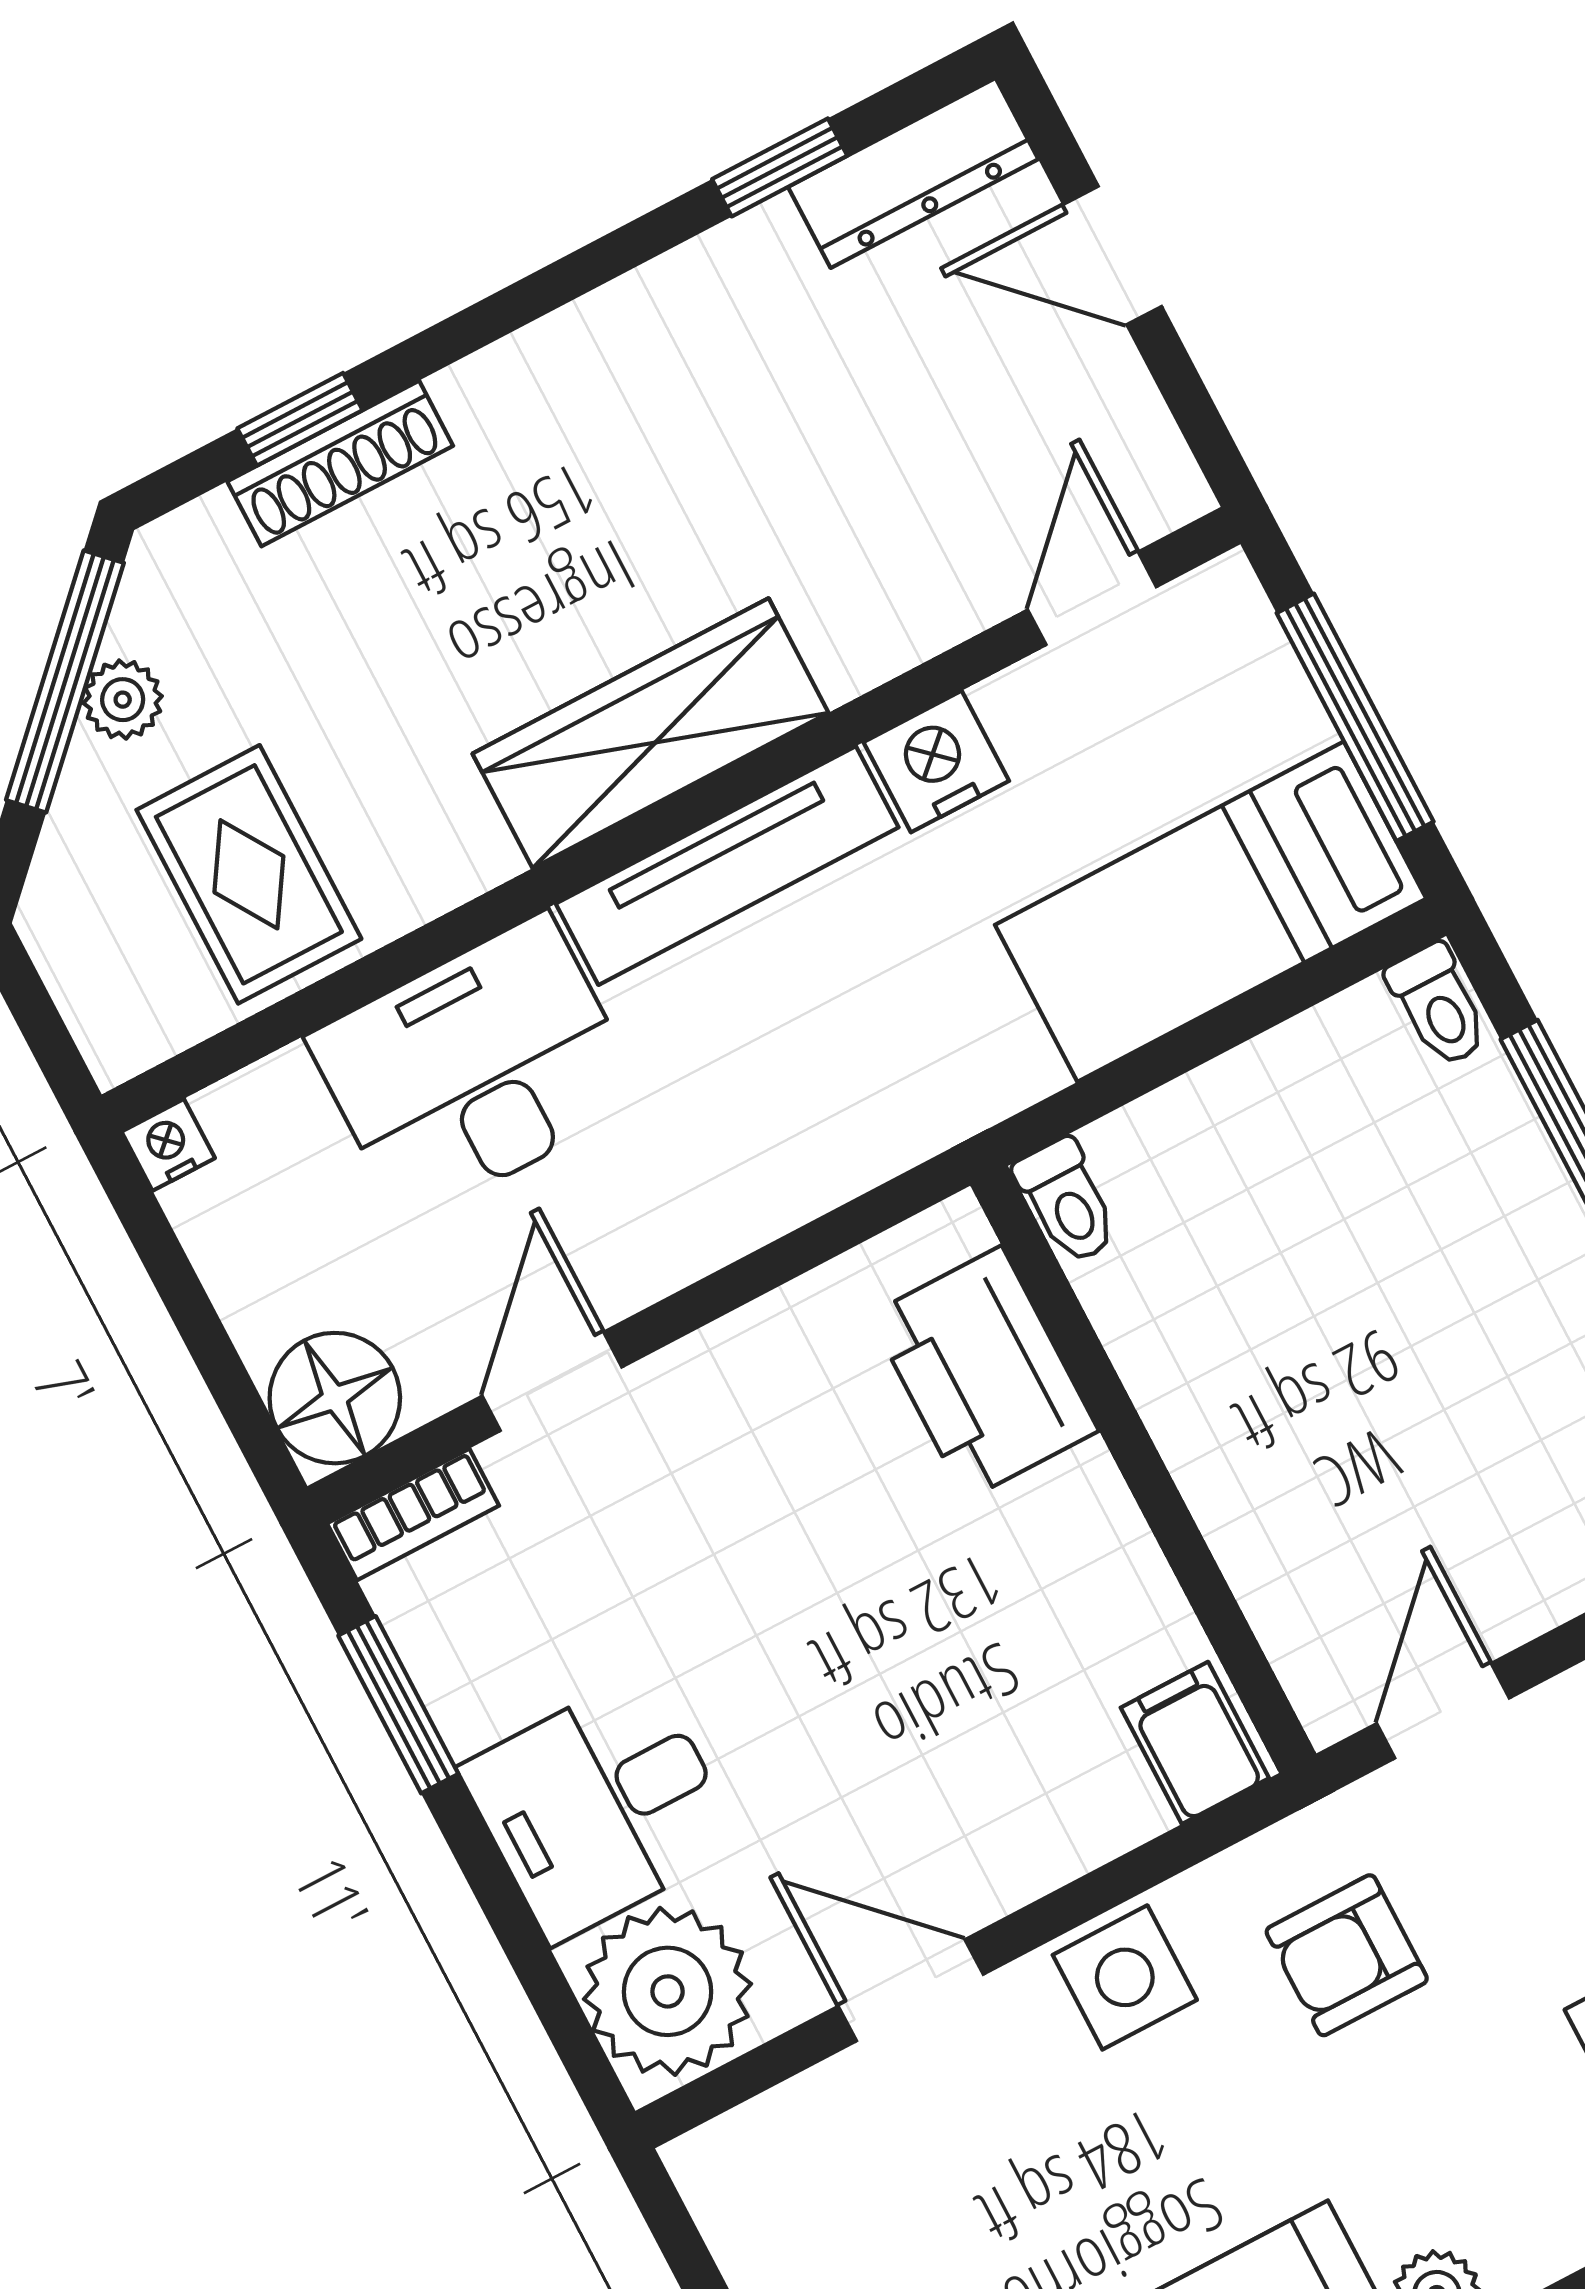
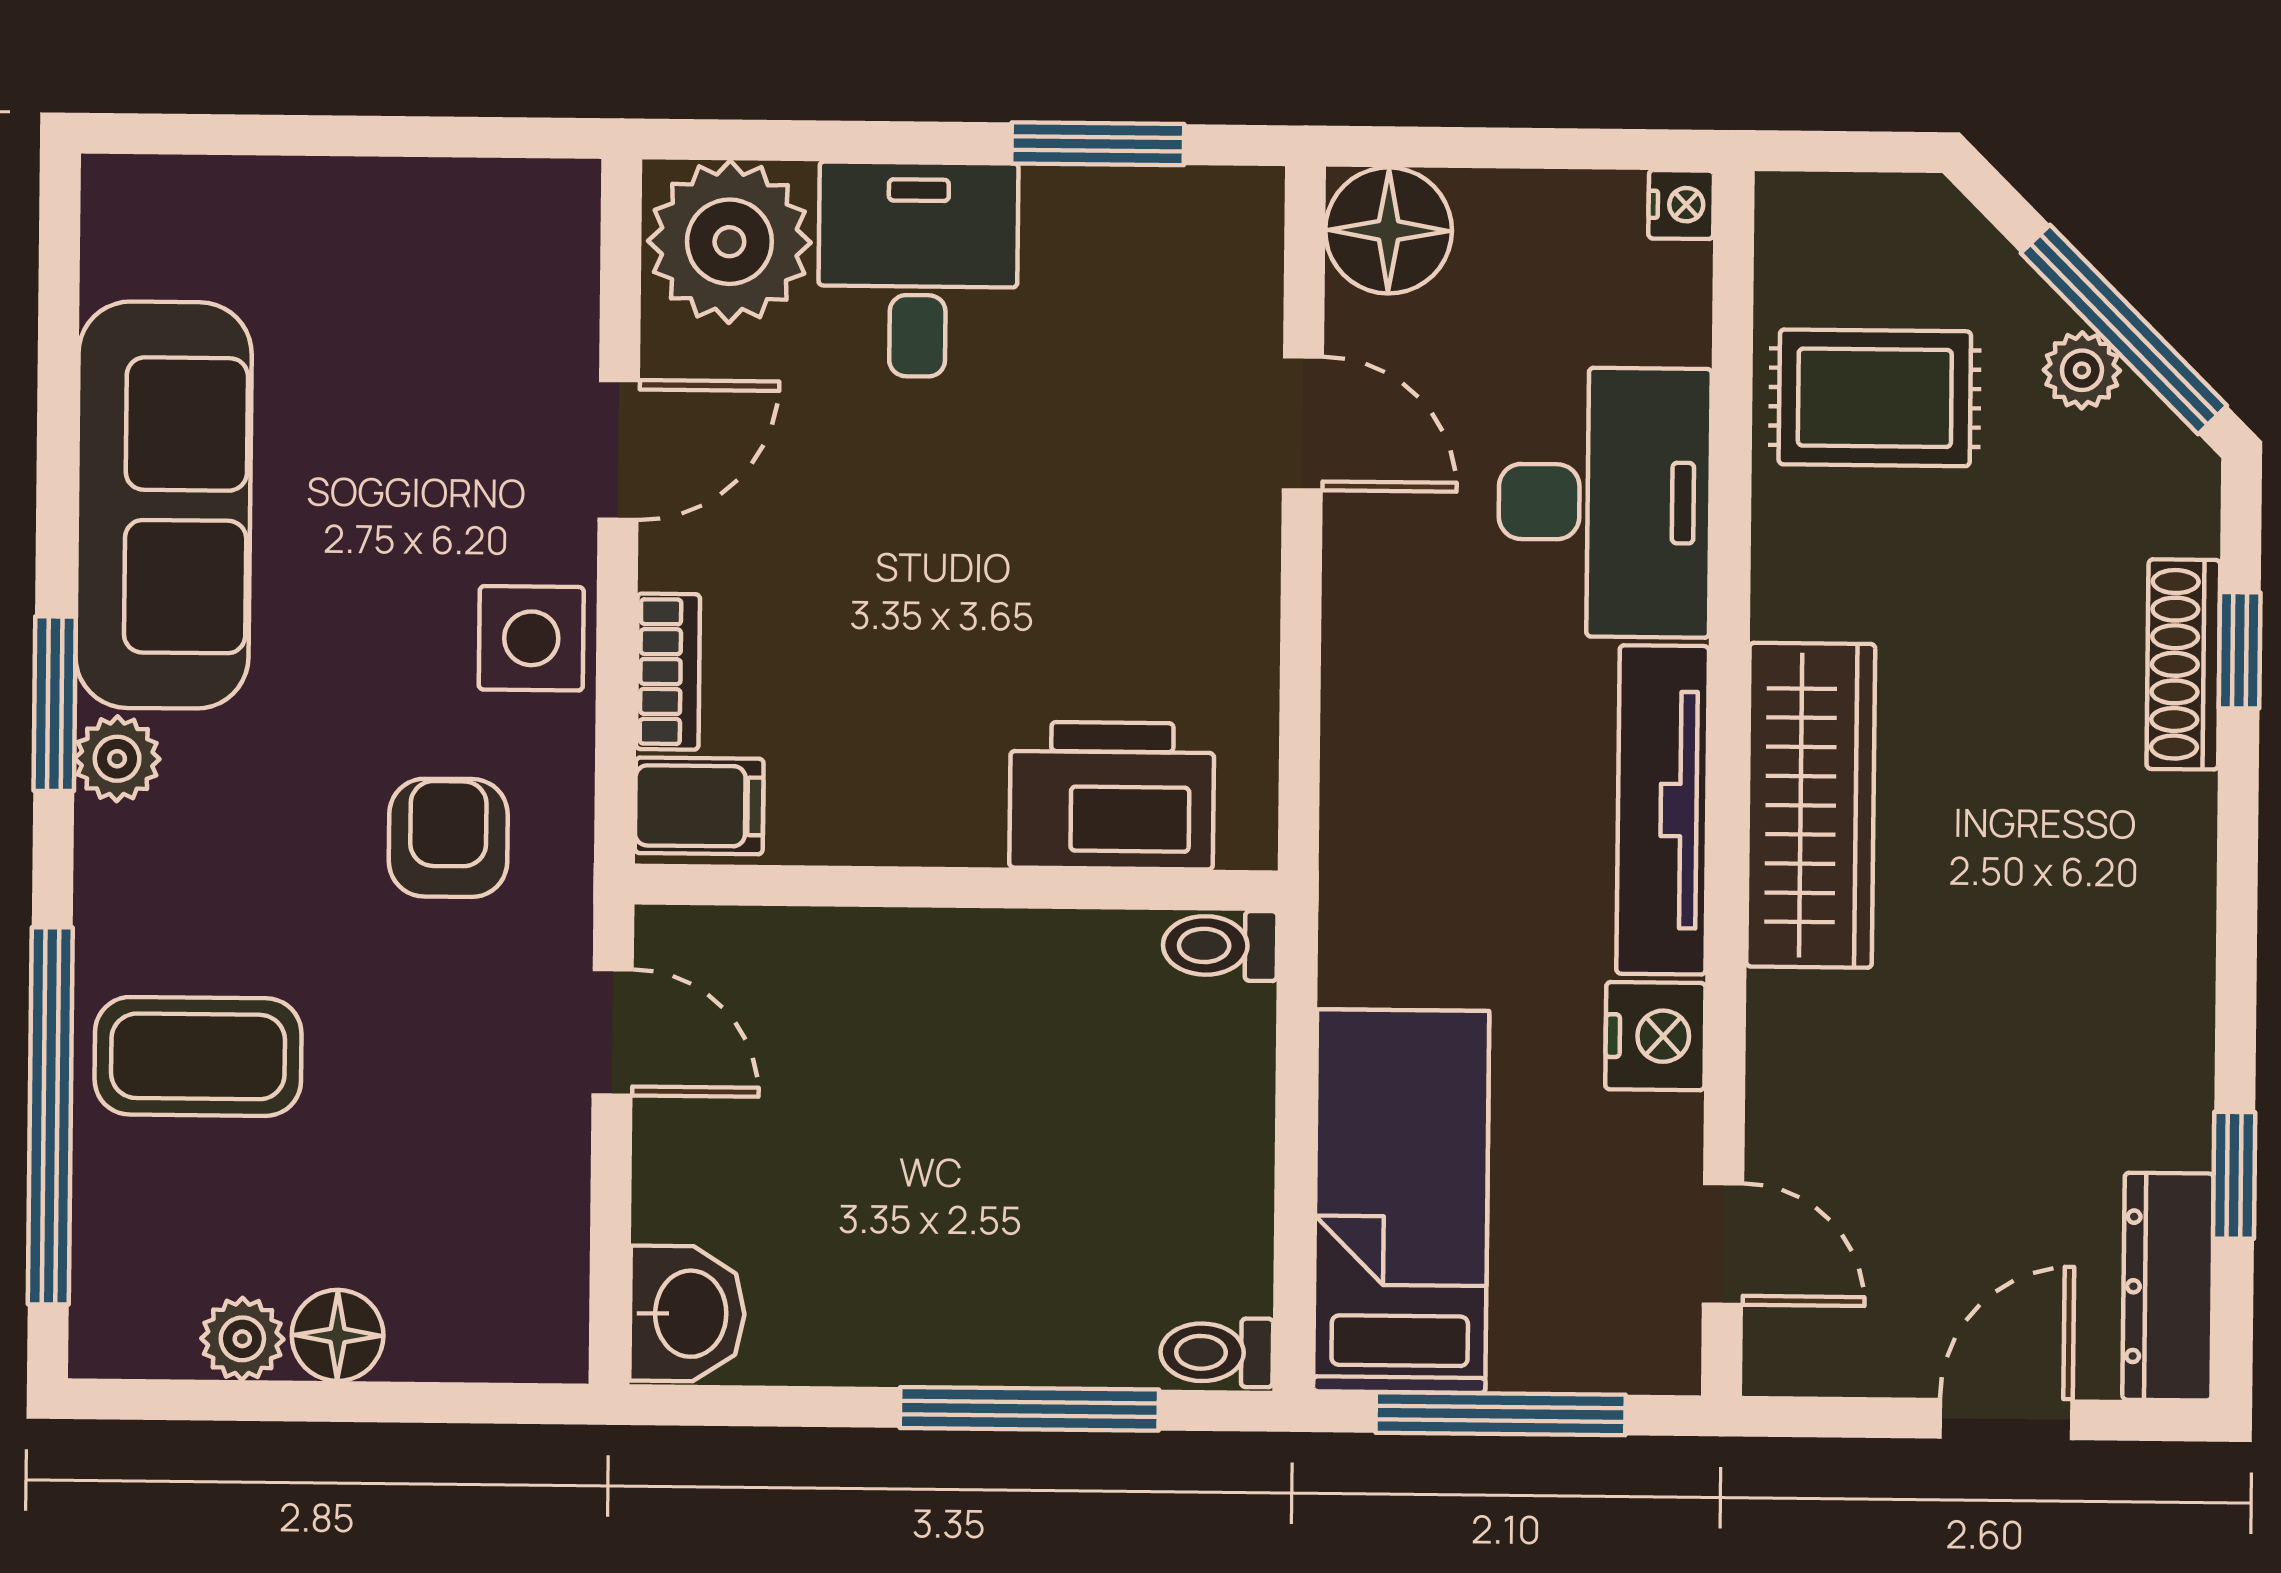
bookcase: (413, 1515) -> (668, 672), moved, turned 180

